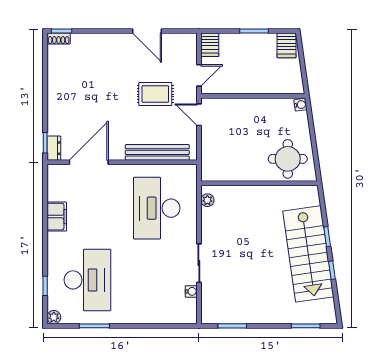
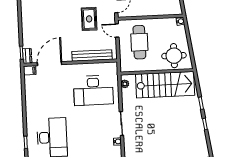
rug: (155, 94) -> (89, 19), turned 90
cafe table: (234, 135) -> (139, 42), added
desk: (157, 208) -> (93, 90), turned -90
filing cabinet: (57, 217) -> (30, 70), moved, width x0.50
stairs: (308, 254) -> (165, 85), moved, turned -82

